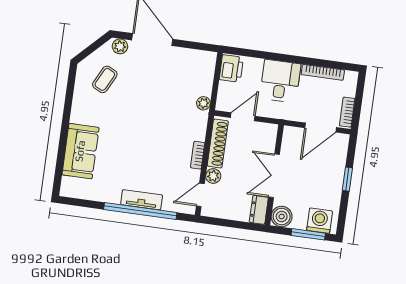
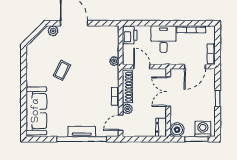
coffee table: (105, 79) -> (62, 70), moved
door: (243, 117) -> (142, 67), hinge flipped
sofa: (80, 151) -> (36, 111), width x1.36
double door: (274, 176) -> (168, 92), moved

